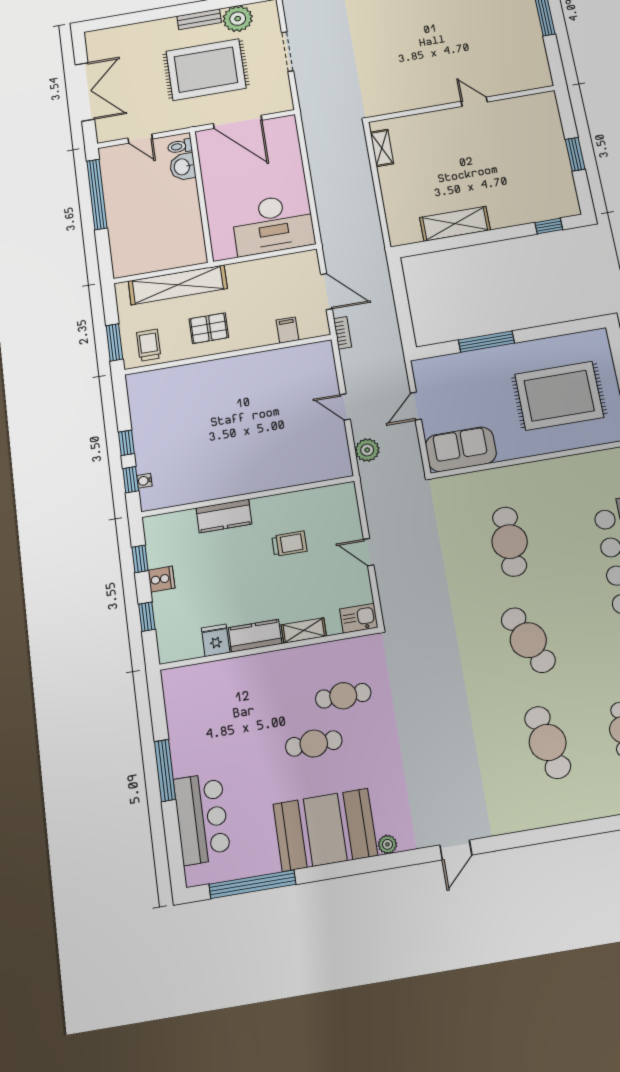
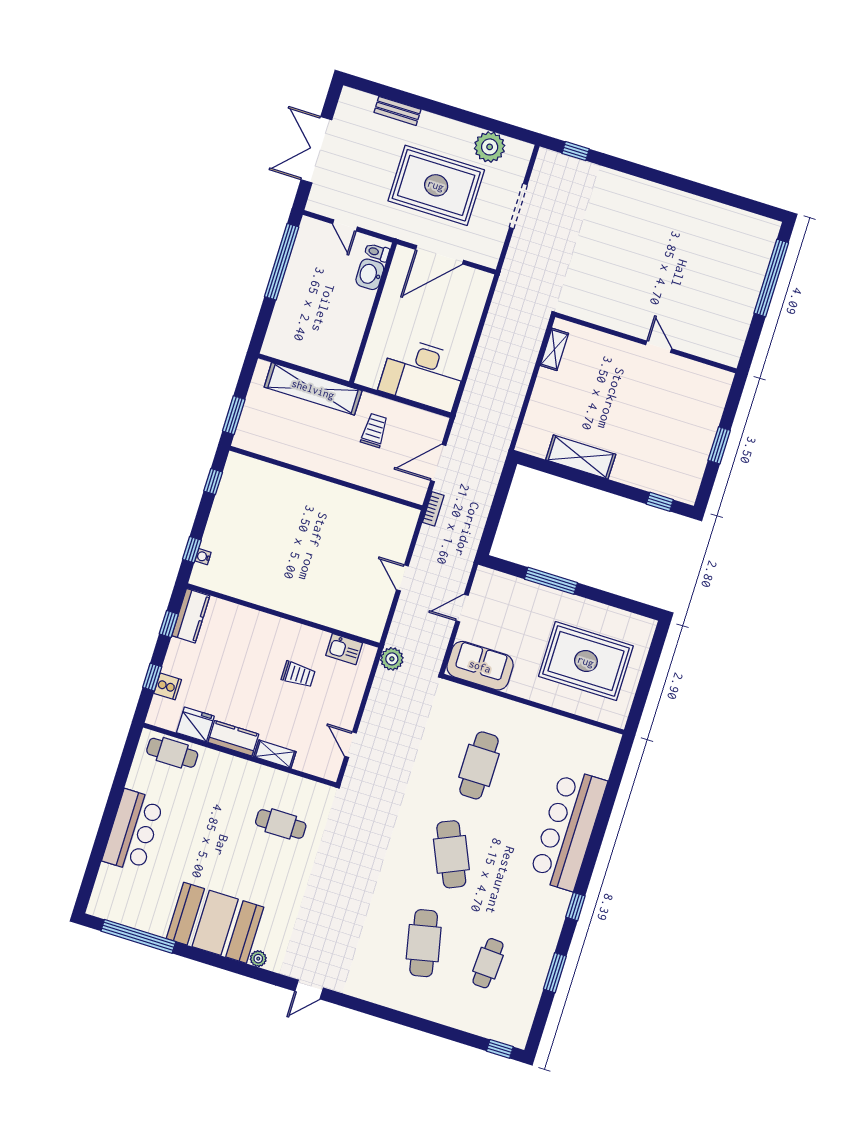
bench: (199, 19) -> (397, 111), moved
double door: (85, 92) -> (316, 150), swing flipped
door: (238, 122) -> (440, 255), hinge flipped
door: (326, 292) -> (438, 463), swing flipped
pallet: (209, 328) -> (321, 444), removed
filing cabinet: (287, 330) -> (388, 482), removed
trolley: (149, 345) -> (374, 430), moved
window: (126, 443) -> (213, 482), moved
plant: (367, 450) -> (392, 659), moved
kitchen counter: (224, 516) -> (191, 616), moved, turned -90
door: (369, 552) -> (351, 745), moved
cooker: (161, 579) -> (168, 686), moved
kitchen sink: (359, 618) -> (344, 649), moved, turned 180
fridge: (216, 640) -> (195, 724), width x1.38
cafe table: (314, 744) -> (172, 753), moved
window: (165, 770) -> (110, 812), removed
bar counter: (202, 818) -> (133, 831), moved

